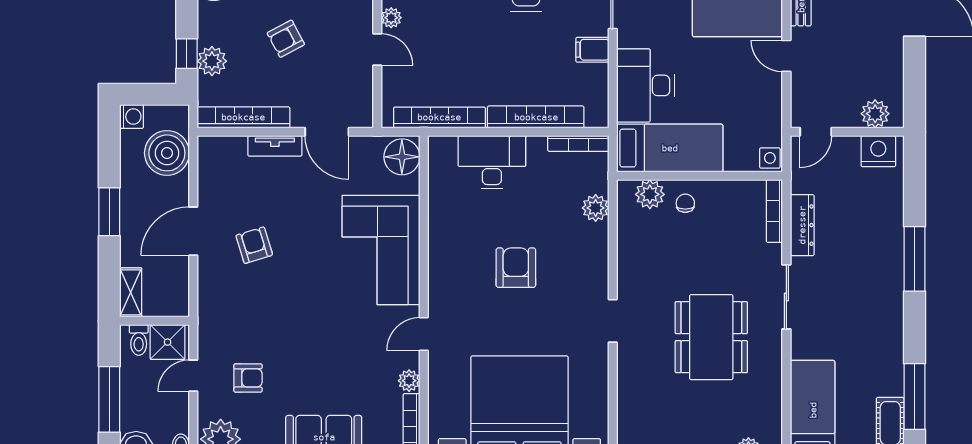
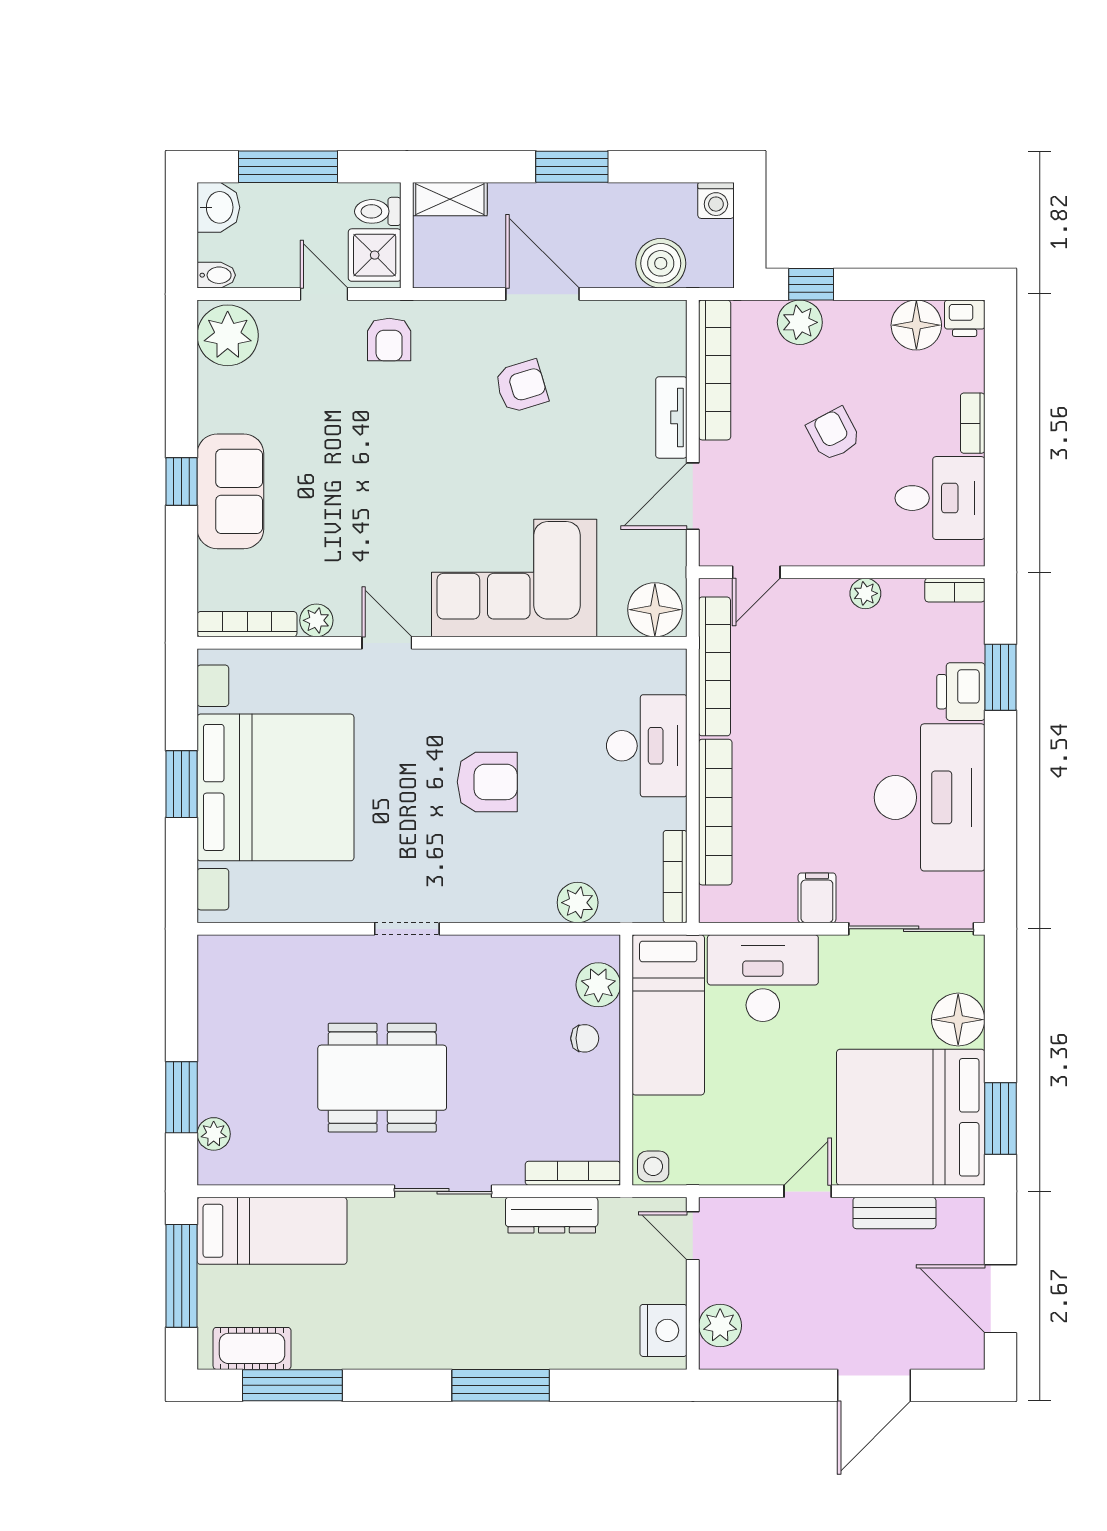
door: (377, 50) -> (756, 572), moved
boiler: (167, 153) -> (661, 263), width x0.73, depth x0.73
armchair: (248, 378) -> (389, 340), moved

